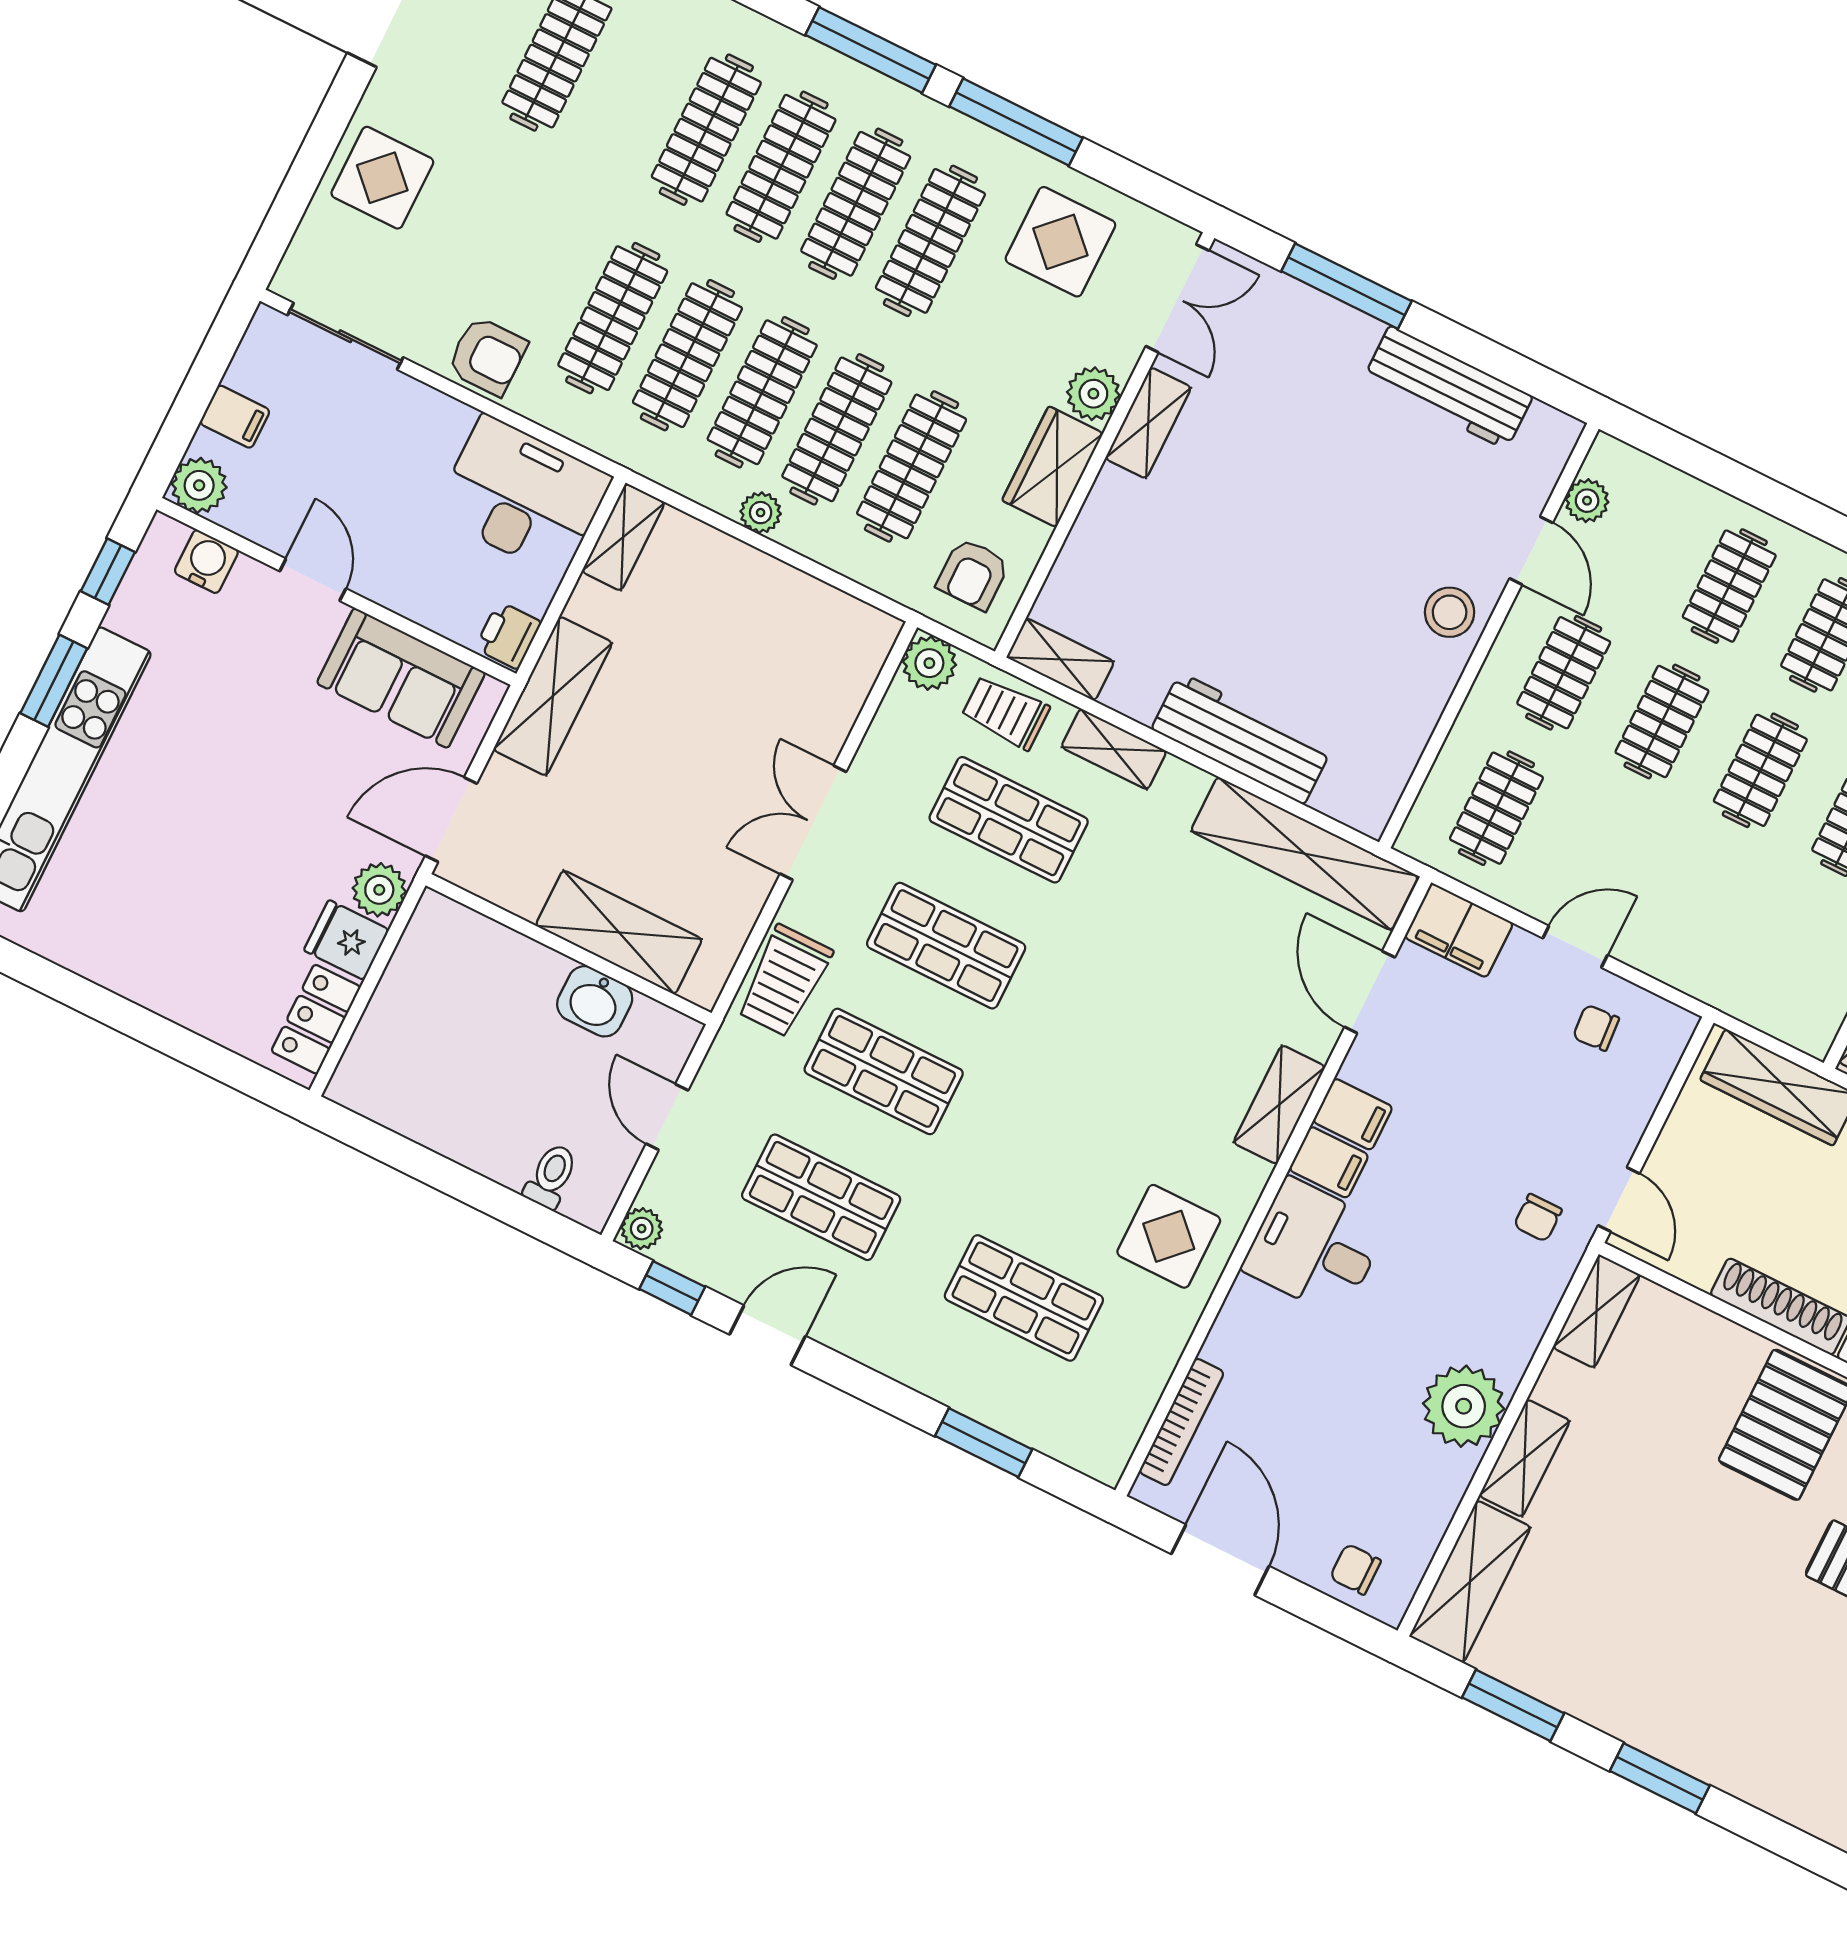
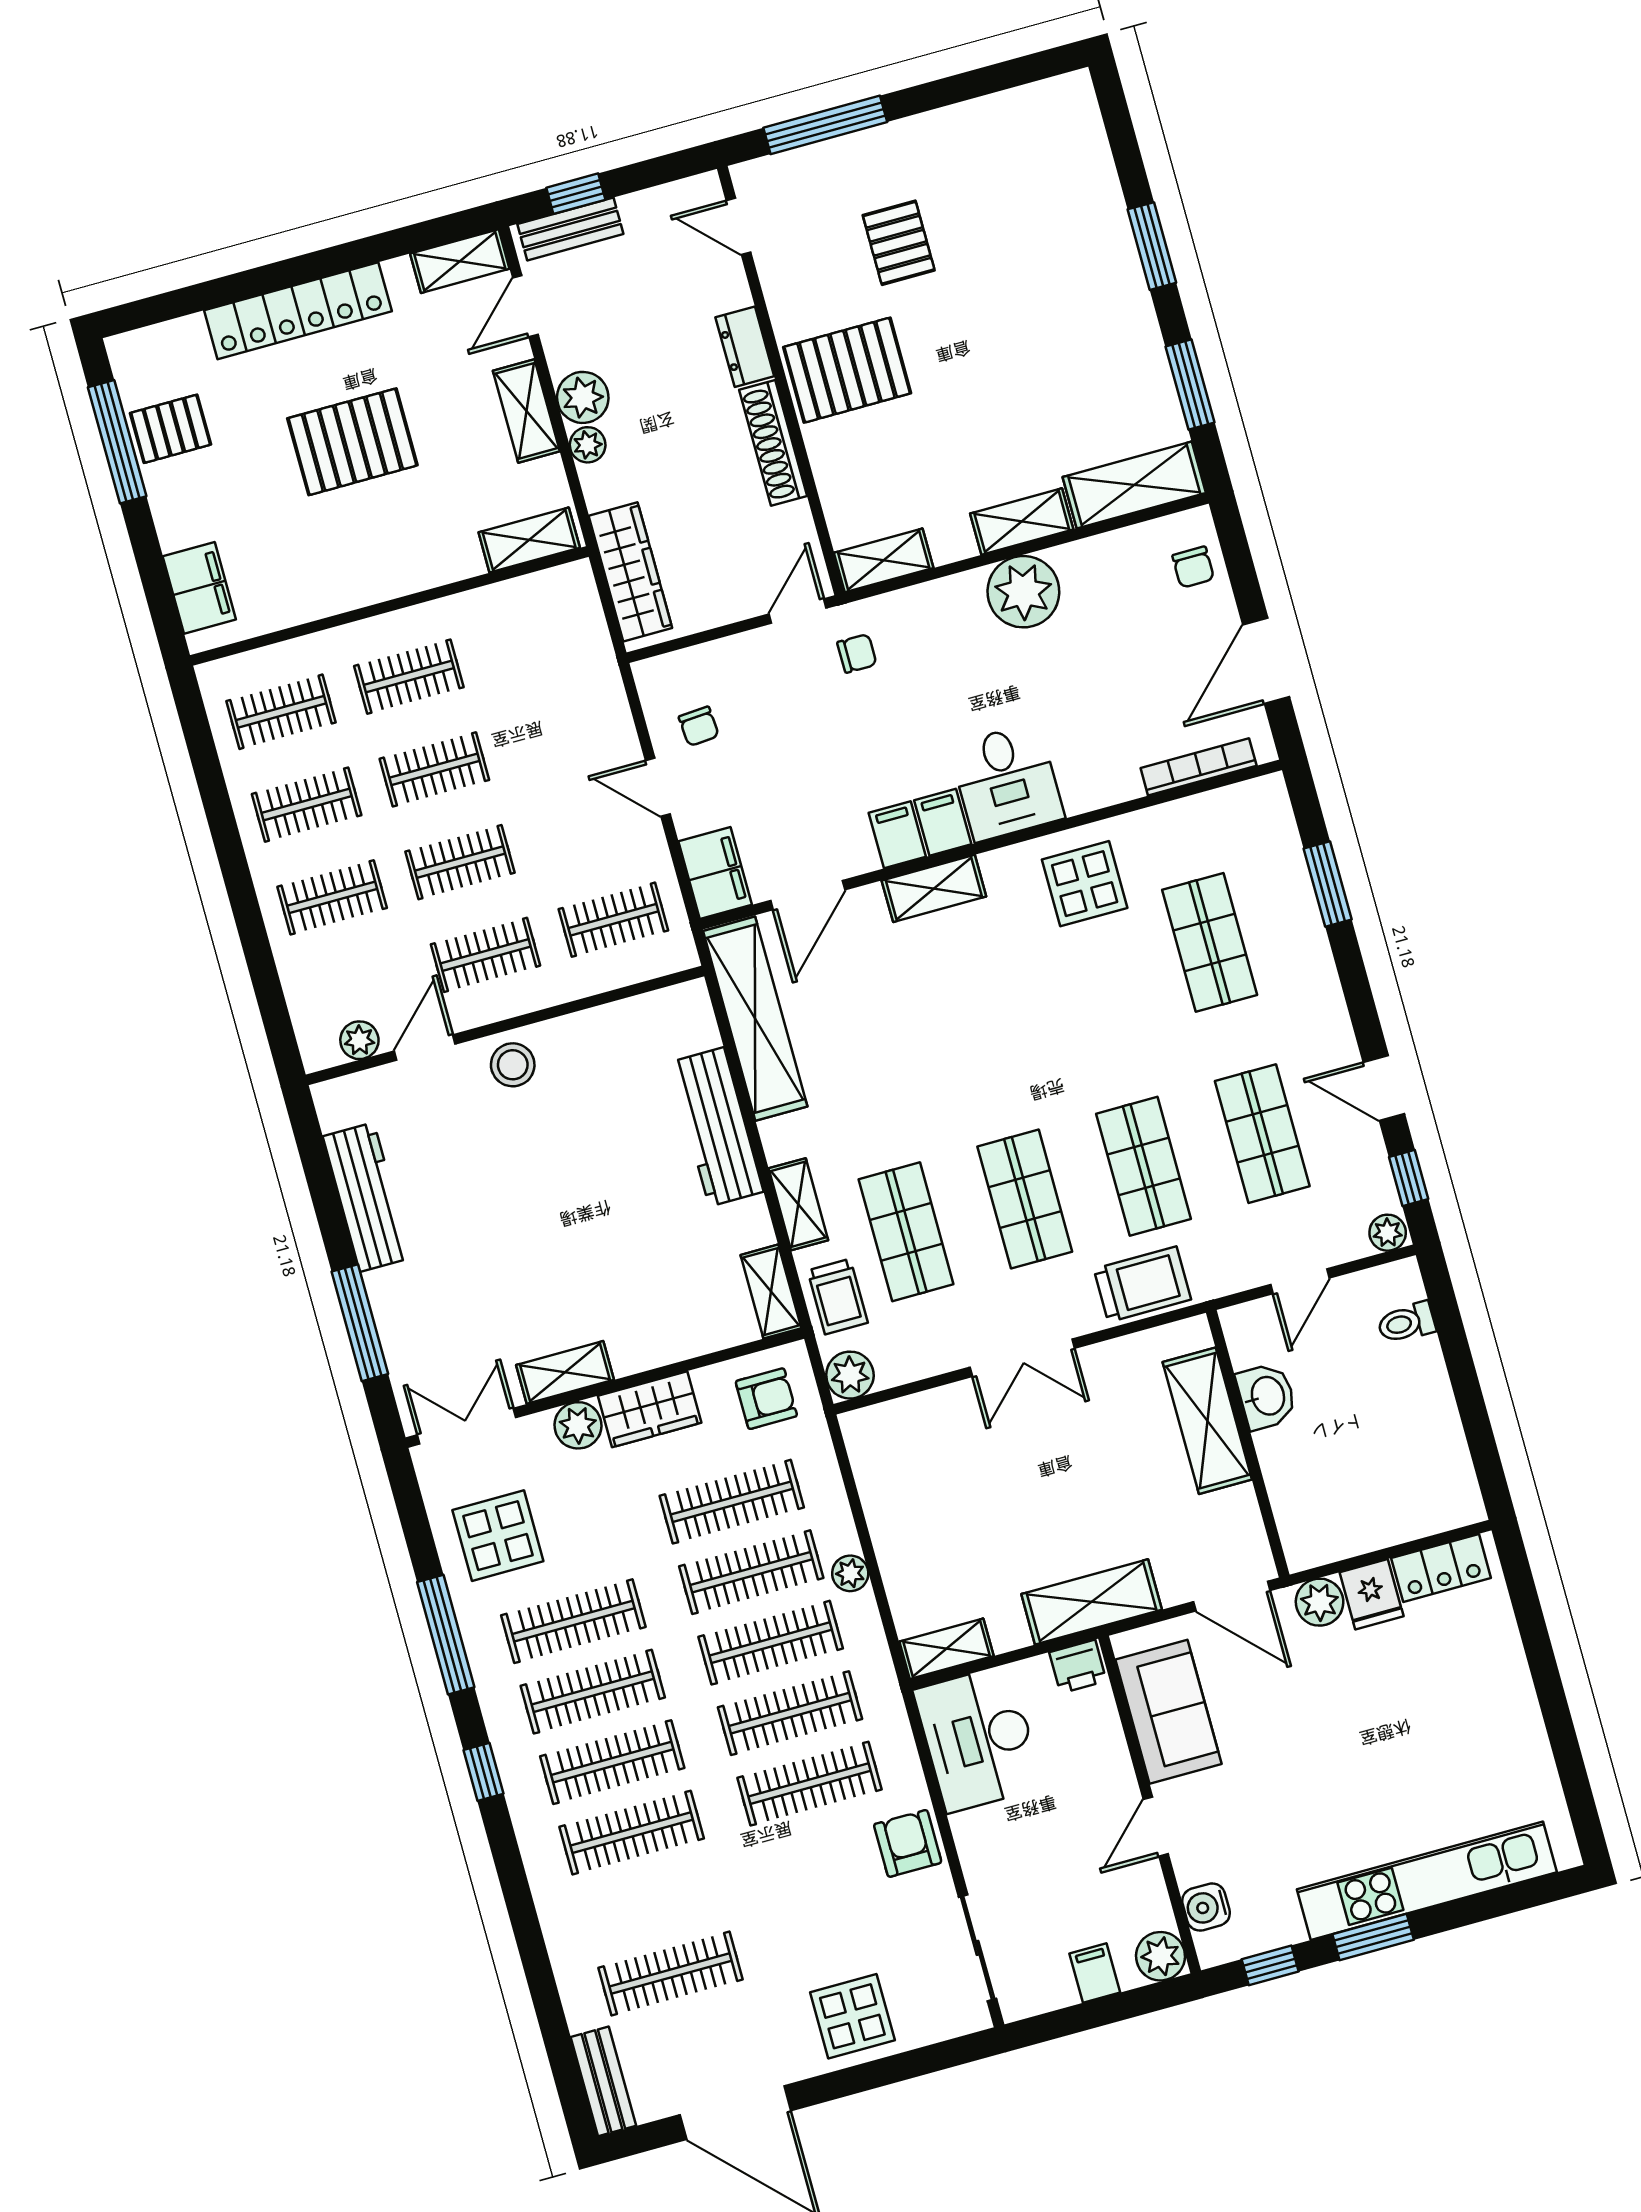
window: (871, 50) -> (484, 1772), width x0.46

